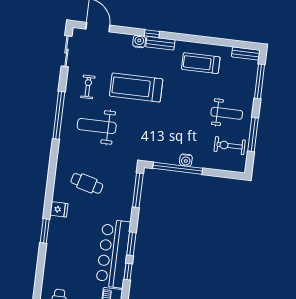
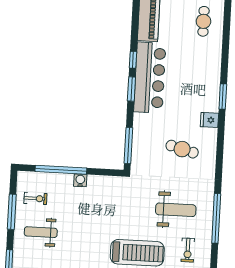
exercise bike: (230, 146) -> (35, 198), width x0.73, depth x0.72
window: (178, 168) -> (61, 170), moved

